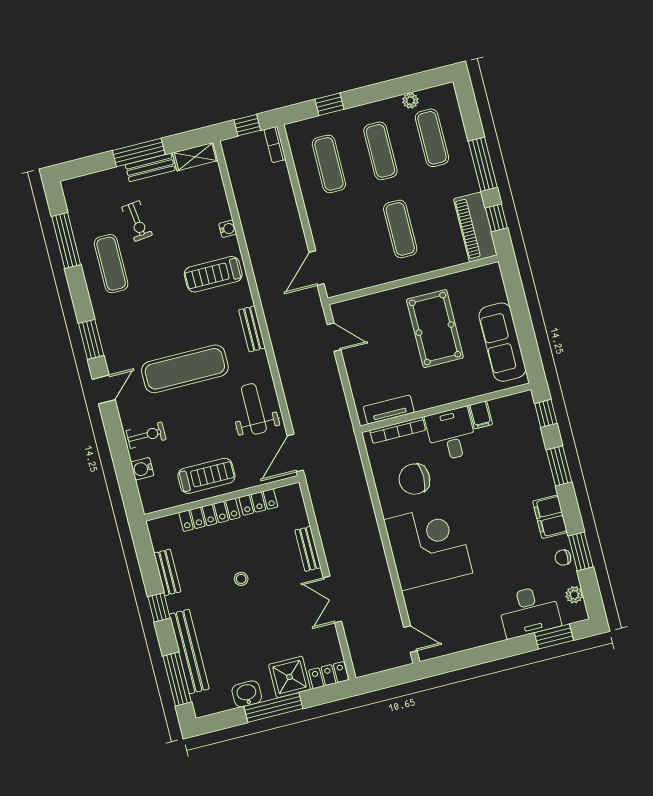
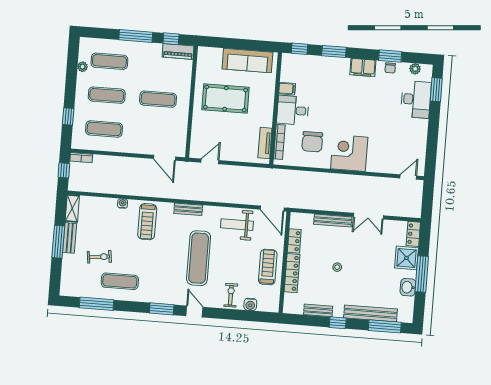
piano: (475, 227) -> (178, 51), width x0.73, depth x0.75
corner desk: (428, 546) -> (349, 153), width x0.74, depth x0.74
bench: (308, 549) -> (333, 221), width x1.36

